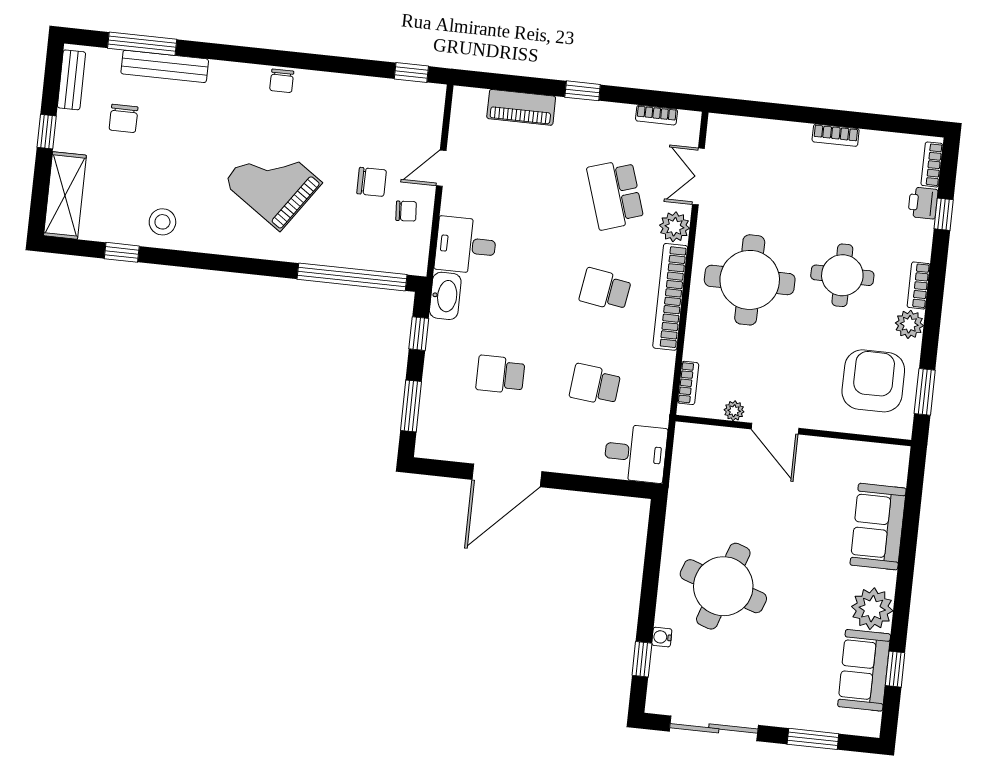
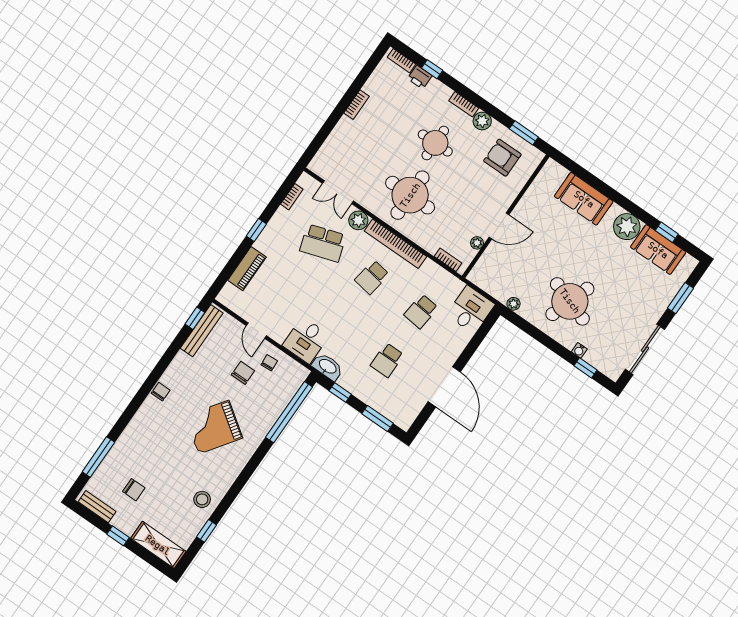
bench: (165, 66) -> (202, 331), moved
chair: (282, 81) -> (161, 392), turned -90
armchair: (873, 381) -> (502, 158), width x0.73, depth x0.73
plant: (677, 509) -> (514, 304), added

